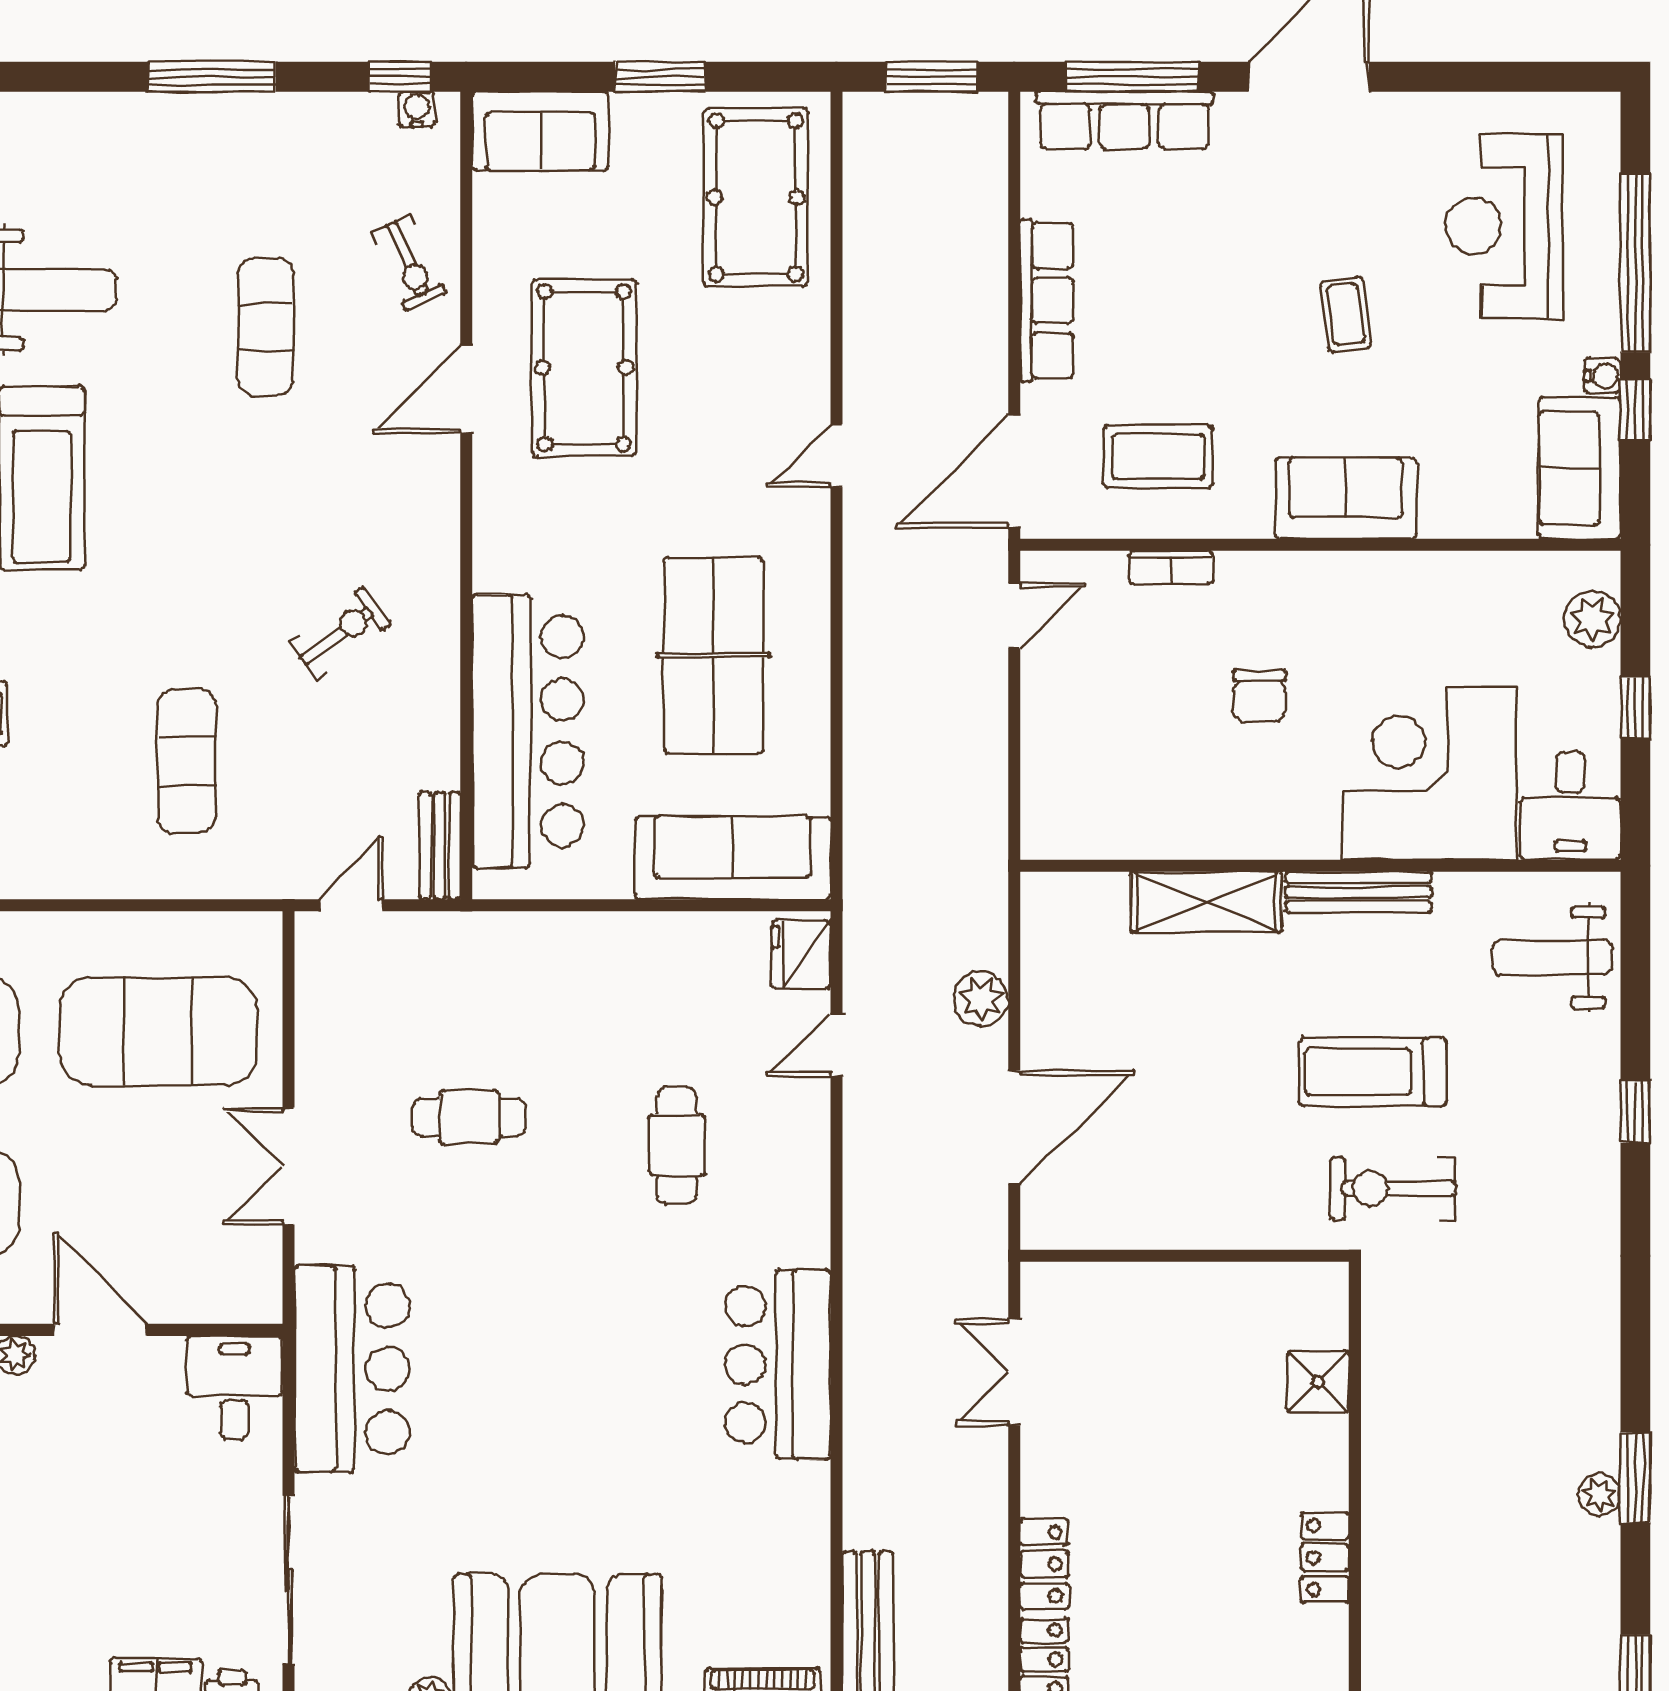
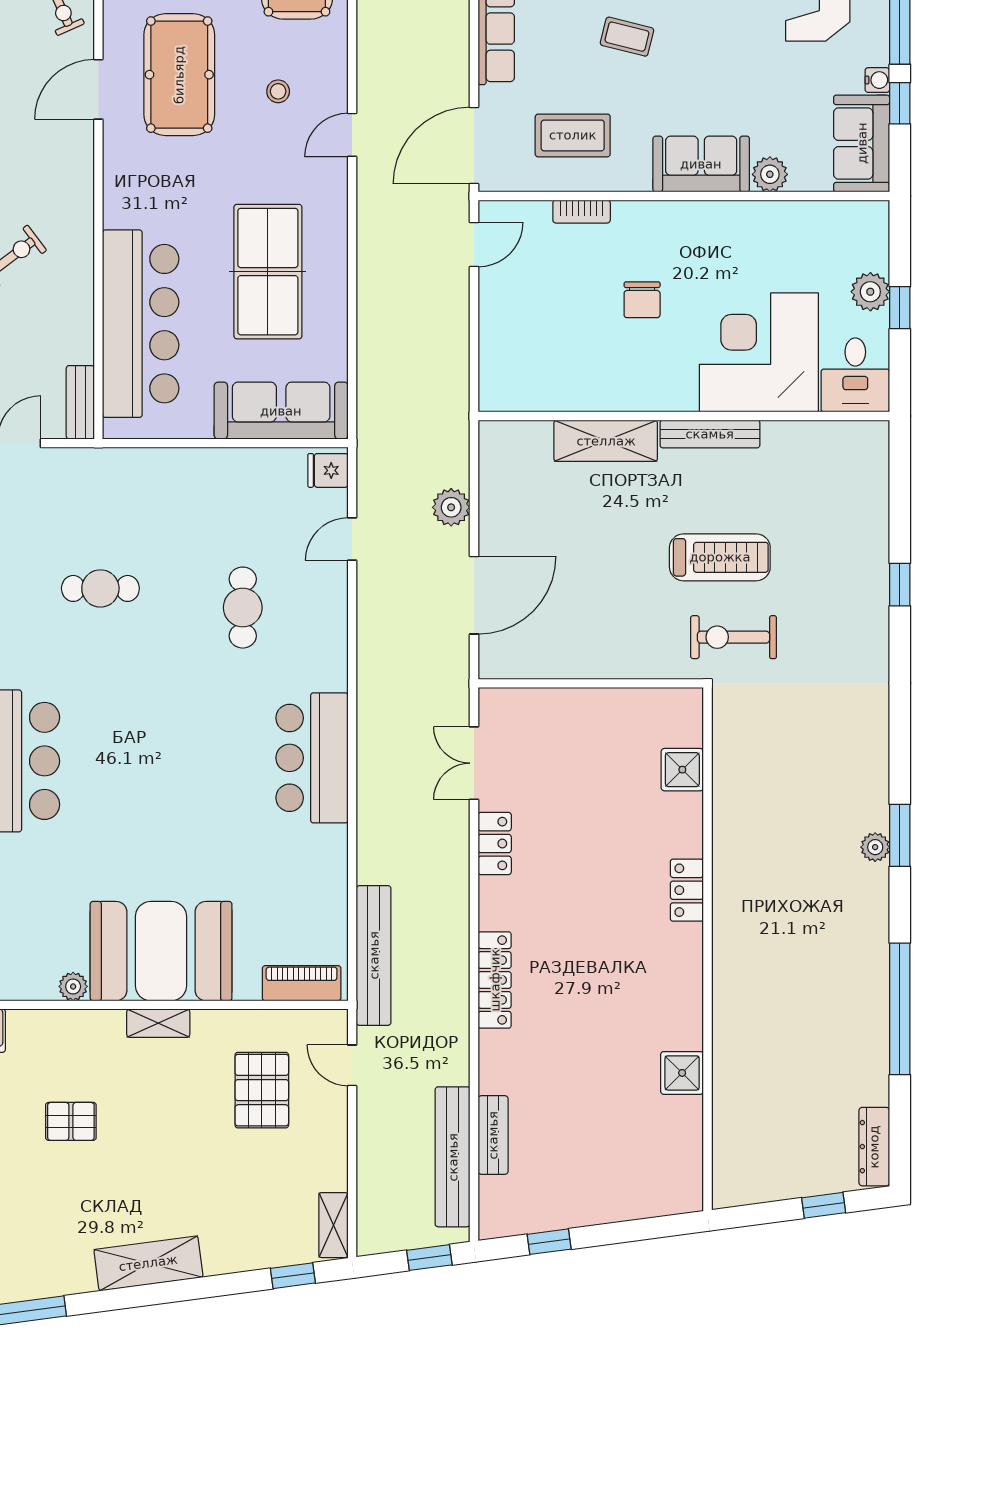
coffee table: (1346, 314) -> (627, 37), moved, turned -68
stool: (728, 392) -> (278, 91), added
plant: (1446, 513) -> (770, 174), added
plant: (1592, 619) -> (870, 292), moved
fridge: (801, 955) -> (328, 470), width x0.72
weight bench: (1552, 958) -> (843, 479), removed
treadmill: (1373, 1072) -> (720, 557), turned 180
locker: (1044, 1564) -> (495, 843), moved

